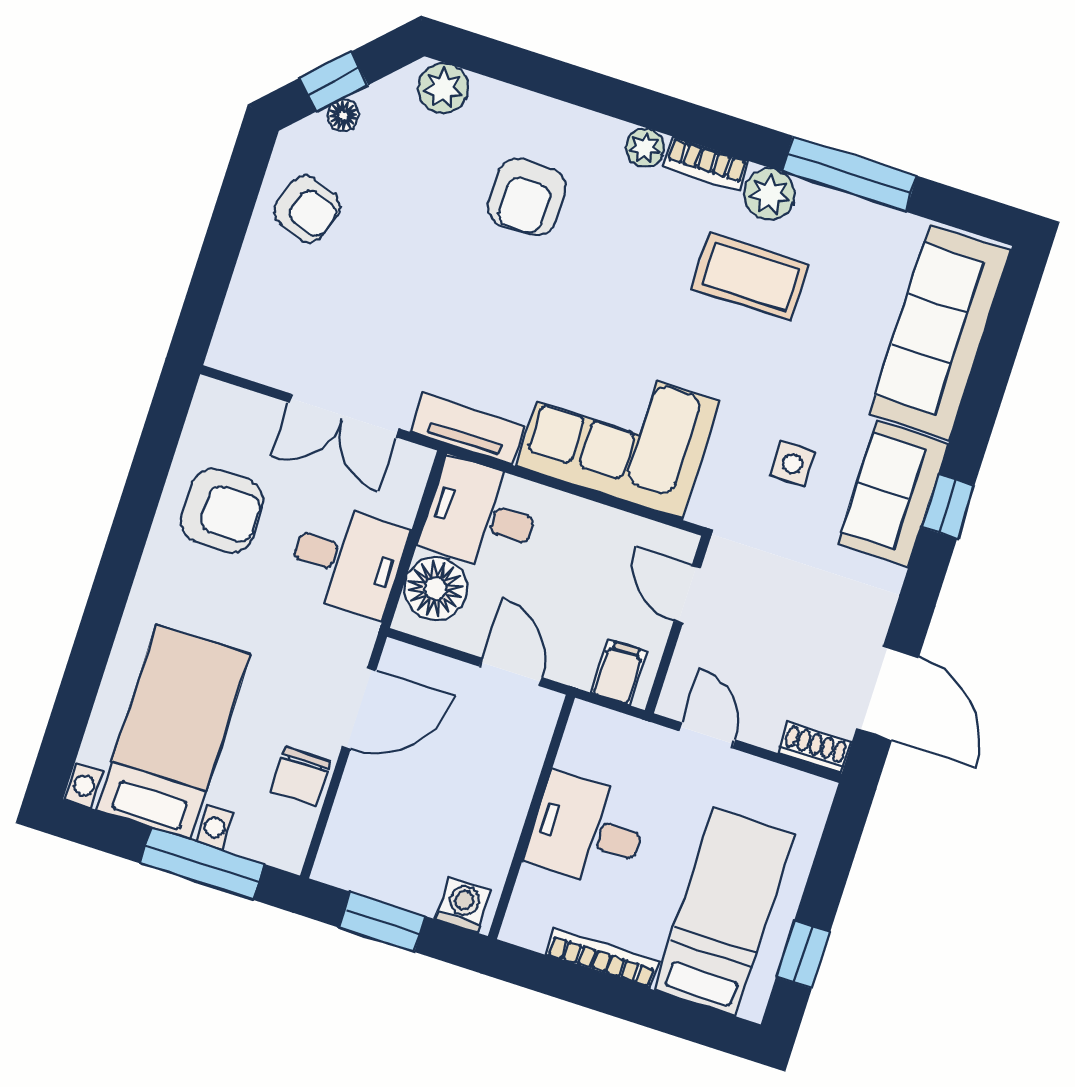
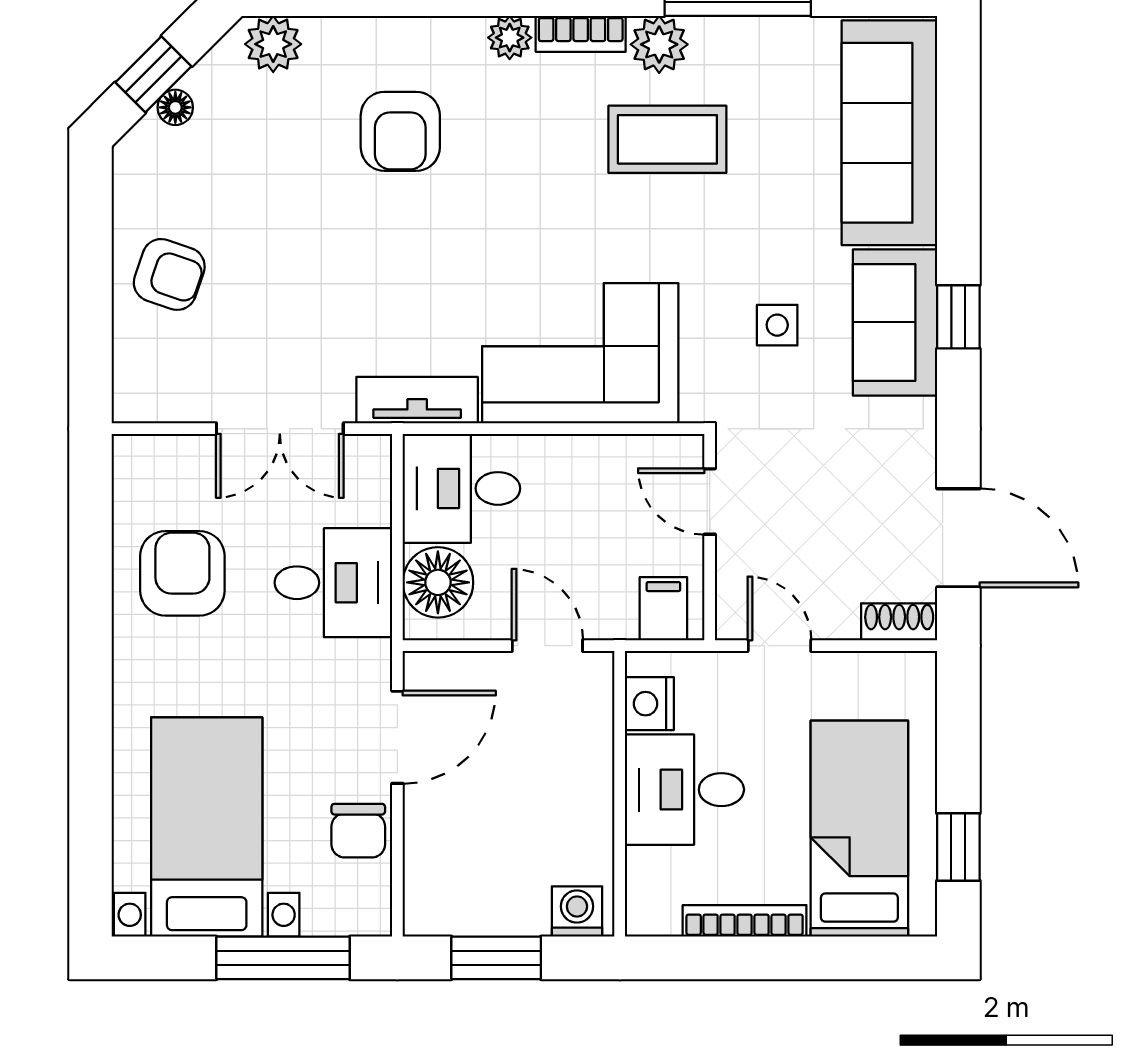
armchair: (307, 209) -> (169, 274), moved
armchair: (222, 511) -> (182, 573), turned -90
nightstand: (581, 749) -> (649, 704), added

